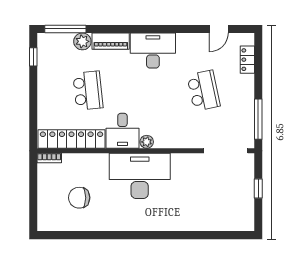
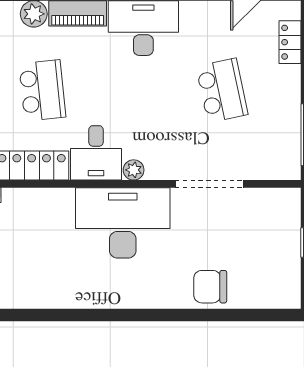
doorway: (226, 151) -> (209, 184), moved
chair: (79, 198) -> (210, 287), moved

